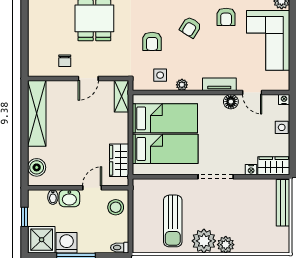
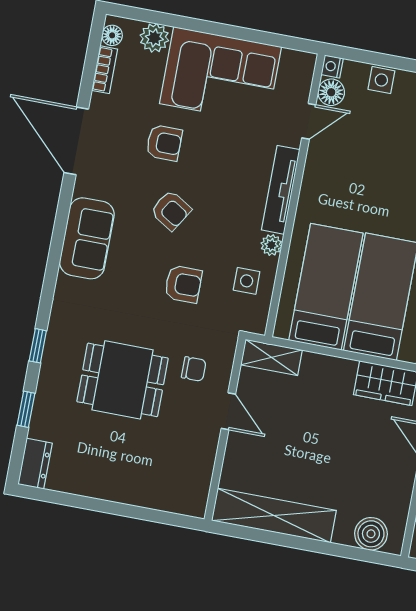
chair: (65, 61) -> (194, 369), moved
tv unit: (219, 84) -> (281, 190), width x1.41
floor lamp: (231, 102) -> (331, 92), moved

